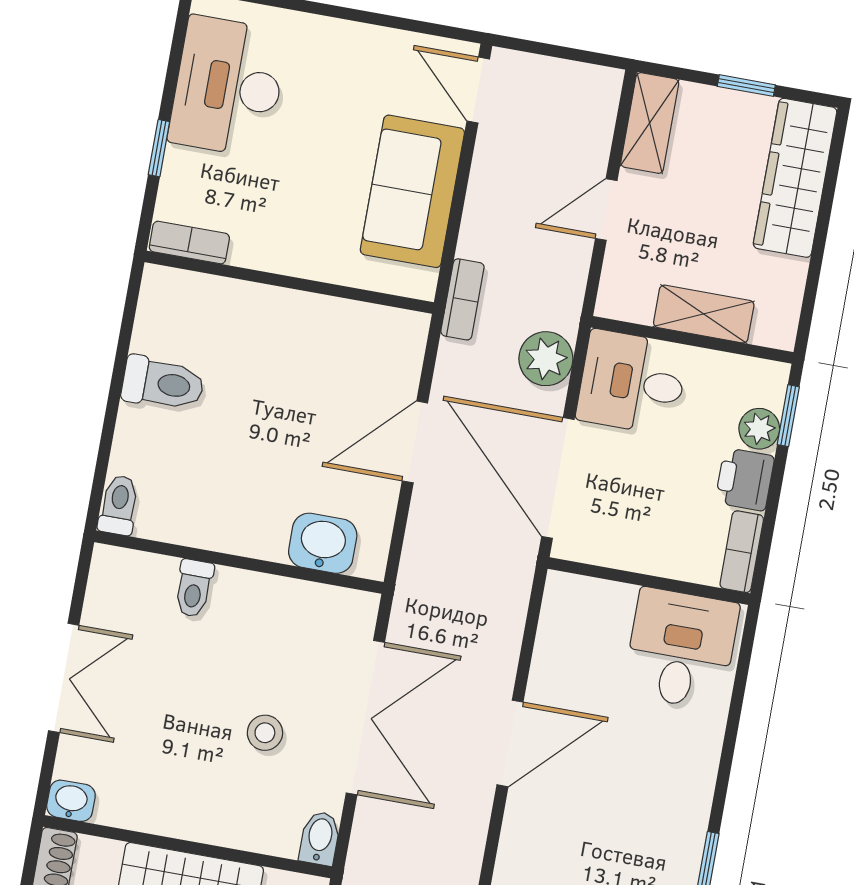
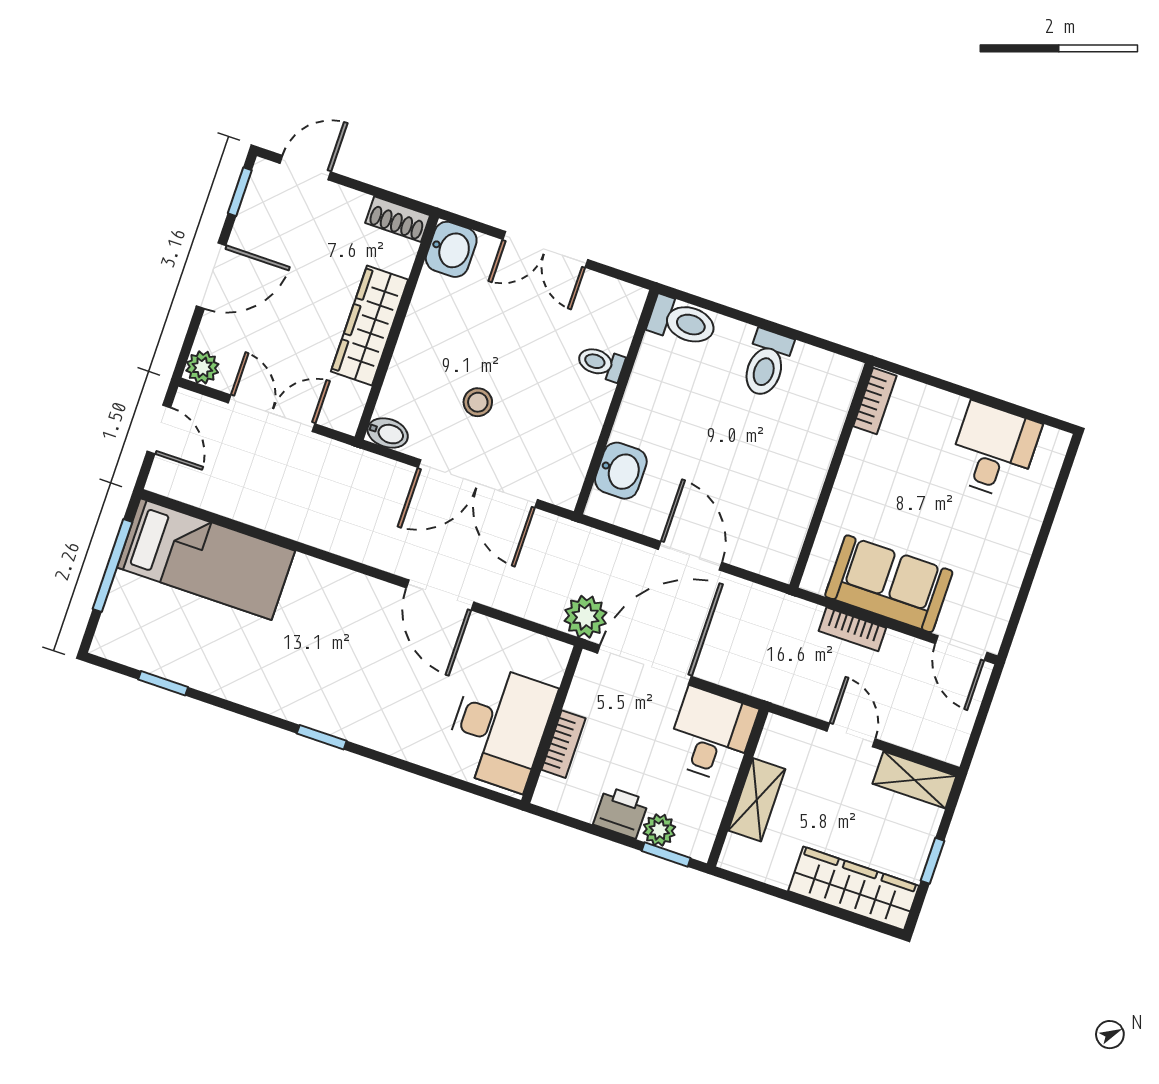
desk: (228, 87) -> (994, 450), width x0.73
door: (478, 90) -> (961, 648), swing flipped
window: (159, 148) -> (953, 388), removed
bookcase: (462, 299) -> (852, 629), moved
plant: (546, 359) -> (585, 617), moved
toilet: (119, 505) -> (682, 322), width x1.37, depth x1.39
bookcase: (742, 552) -> (564, 744), moved, turned 90
desk: (681, 649) -> (499, 727), width x1.37
washbasin: (71, 801) -> (451, 249), width x1.38, depth x1.45

